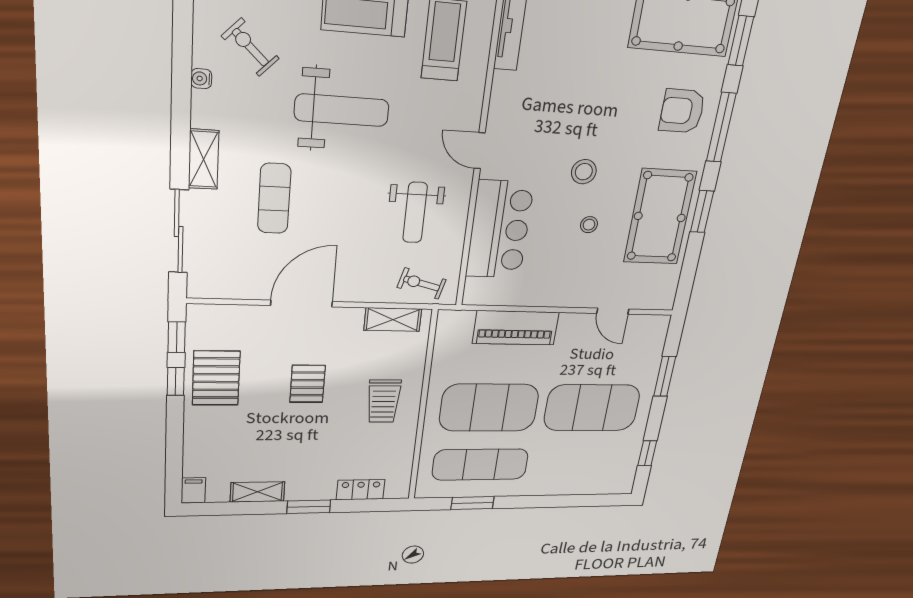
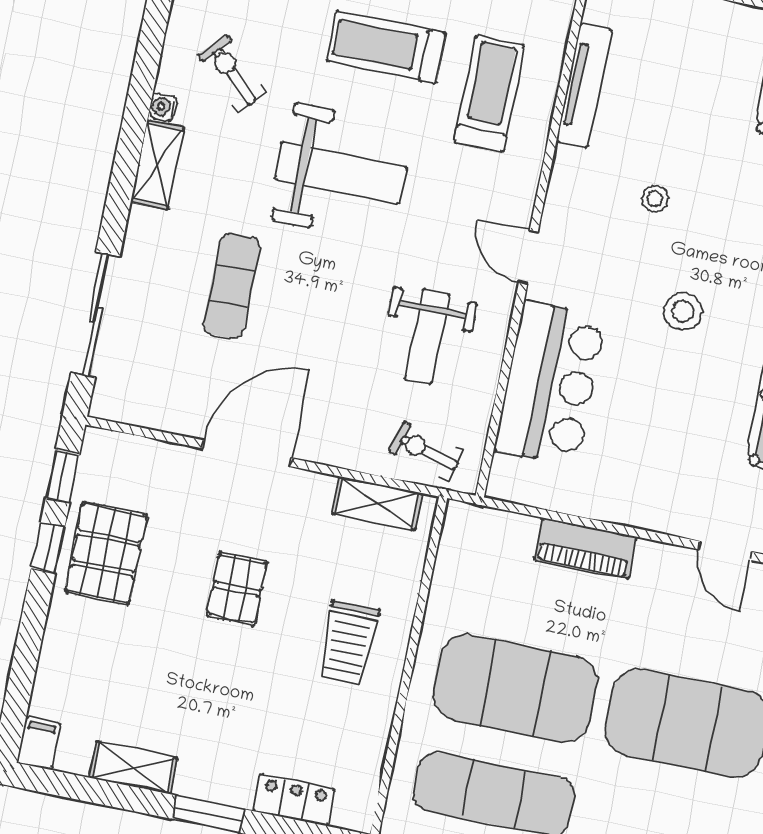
shelving: (204, 159) -> (157, 165), moved
stool: (589, 225) -> (655, 199), moved
piano: (516, 328) -> (585, 548), width x0.73, depth x0.75

